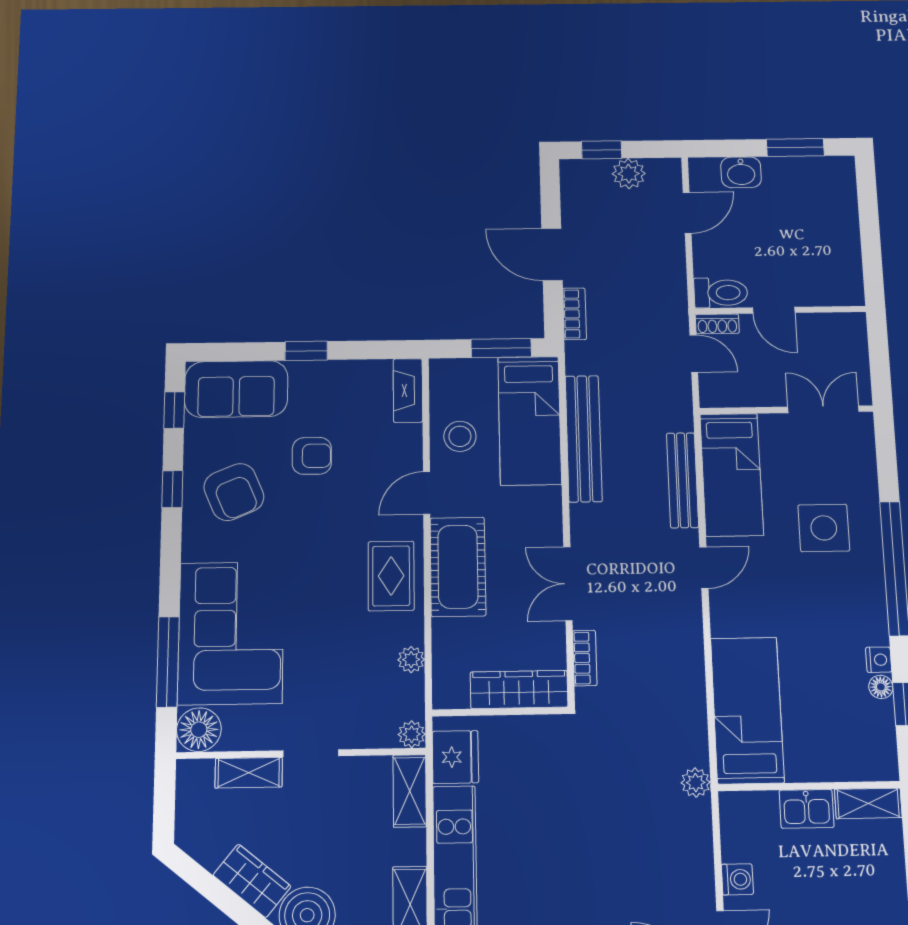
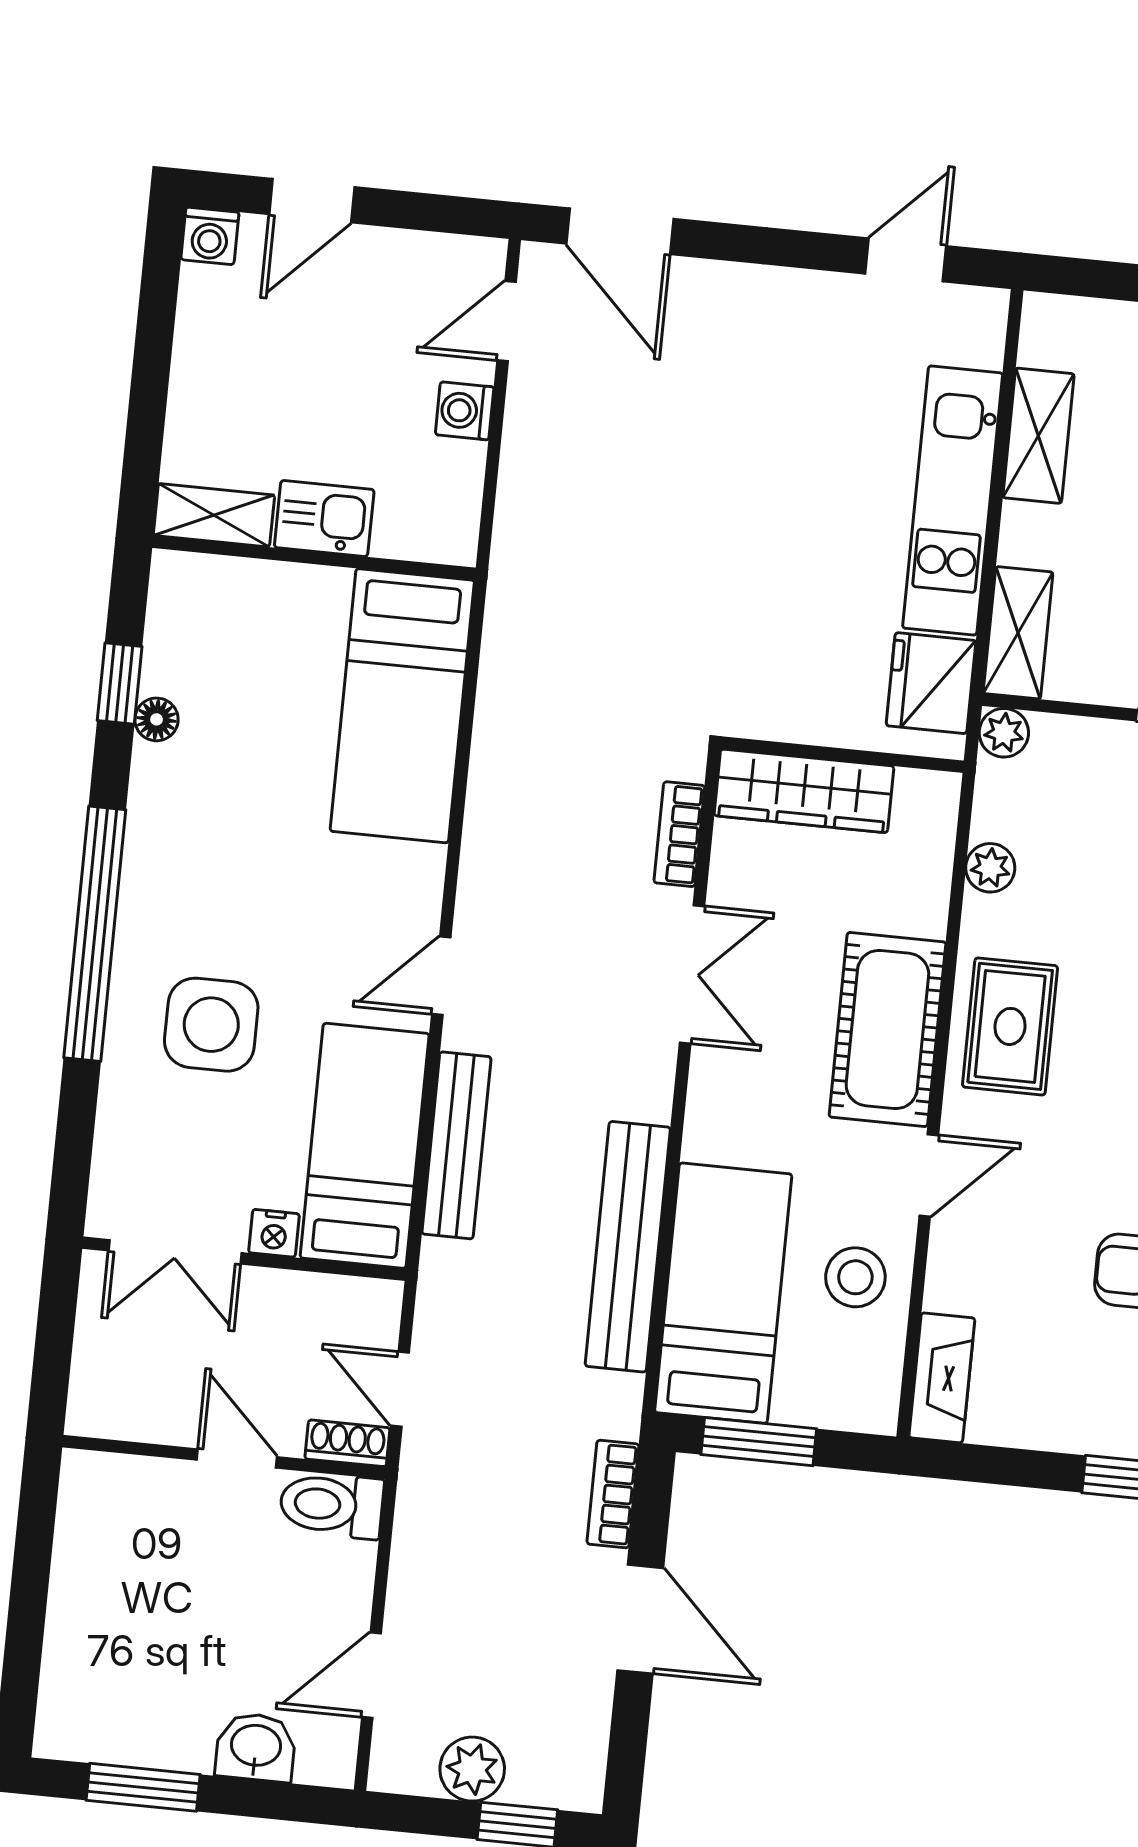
nightstand: (879, 660) -> (274, 1233), moved, turned -90
plant: (696, 782) -> (513, 588), removed

